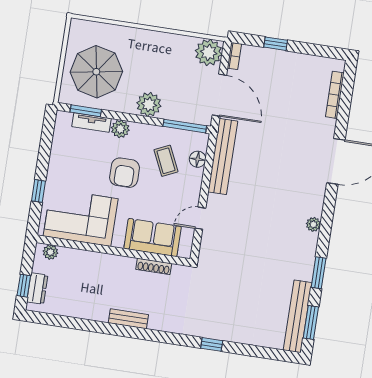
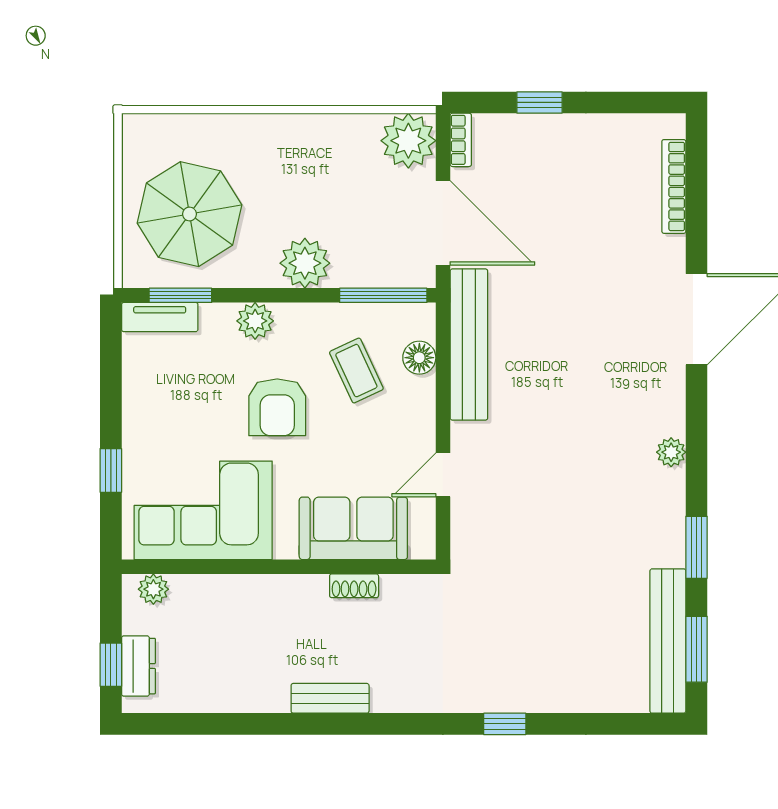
tv unit: (92, 122) -> (160, 317), moved
shoe rack: (154, 266) -> (354, 586), width x0.70

